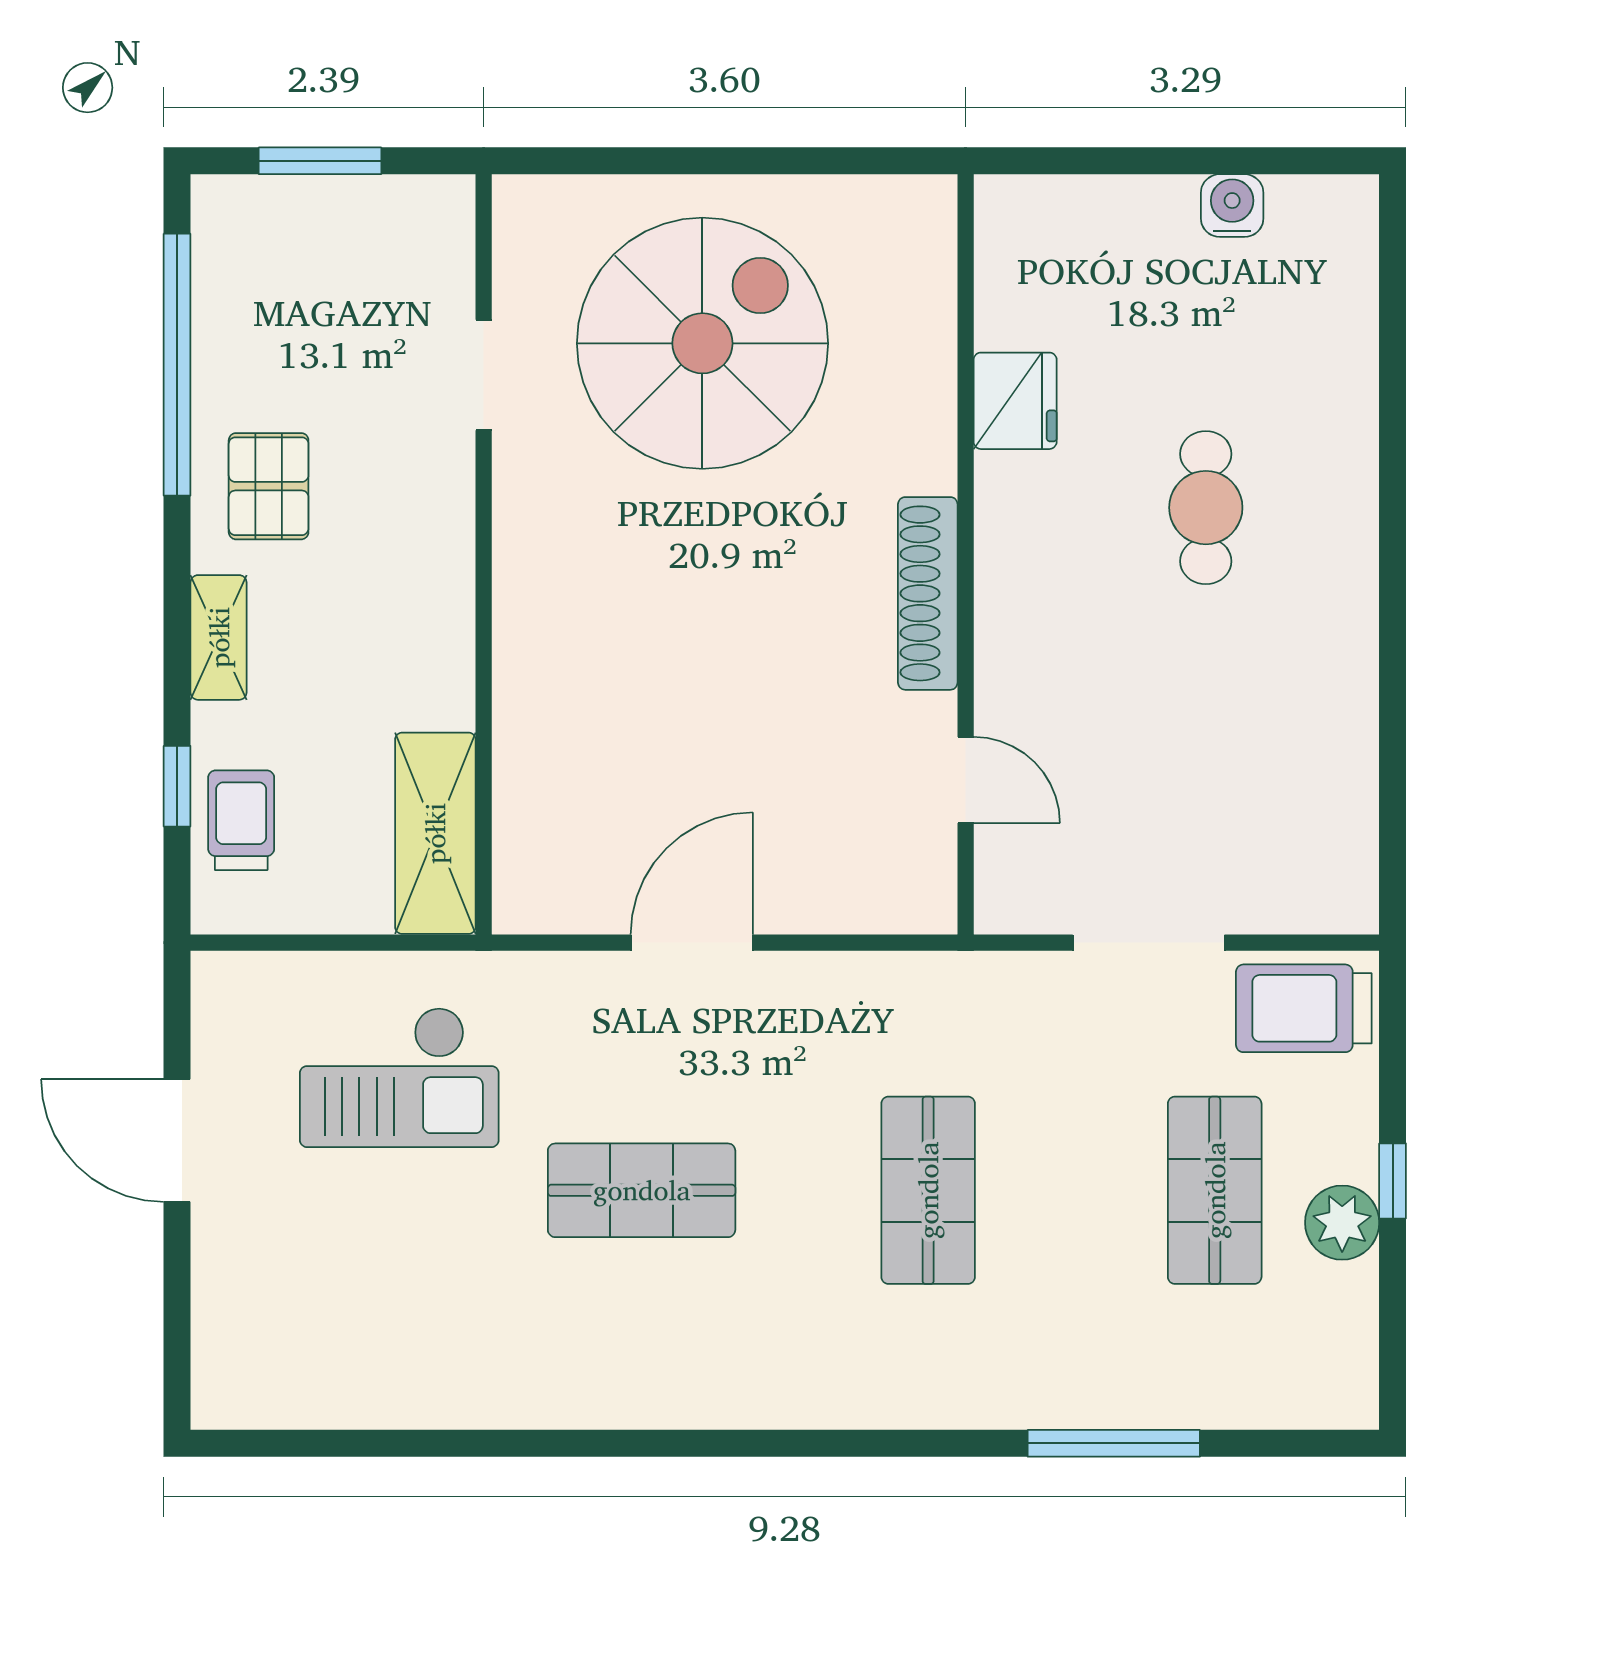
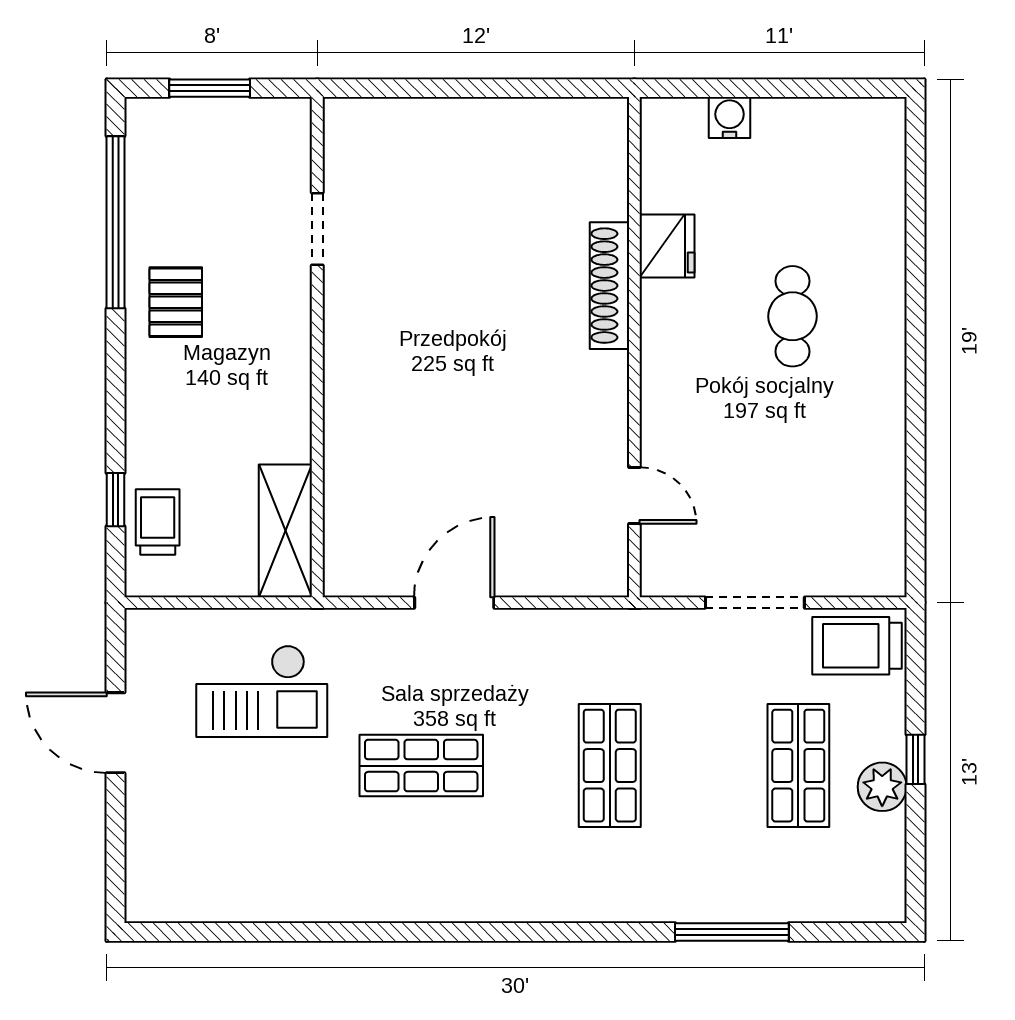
water cooler: (1232, 206) -> (730, 118), moved
spiral stairs: (702, 343) -> (461, 208), removed
shoe rack: (928, 593) -> (610, 286), moved
shelving: (219, 637) -> (143, 402), removed

